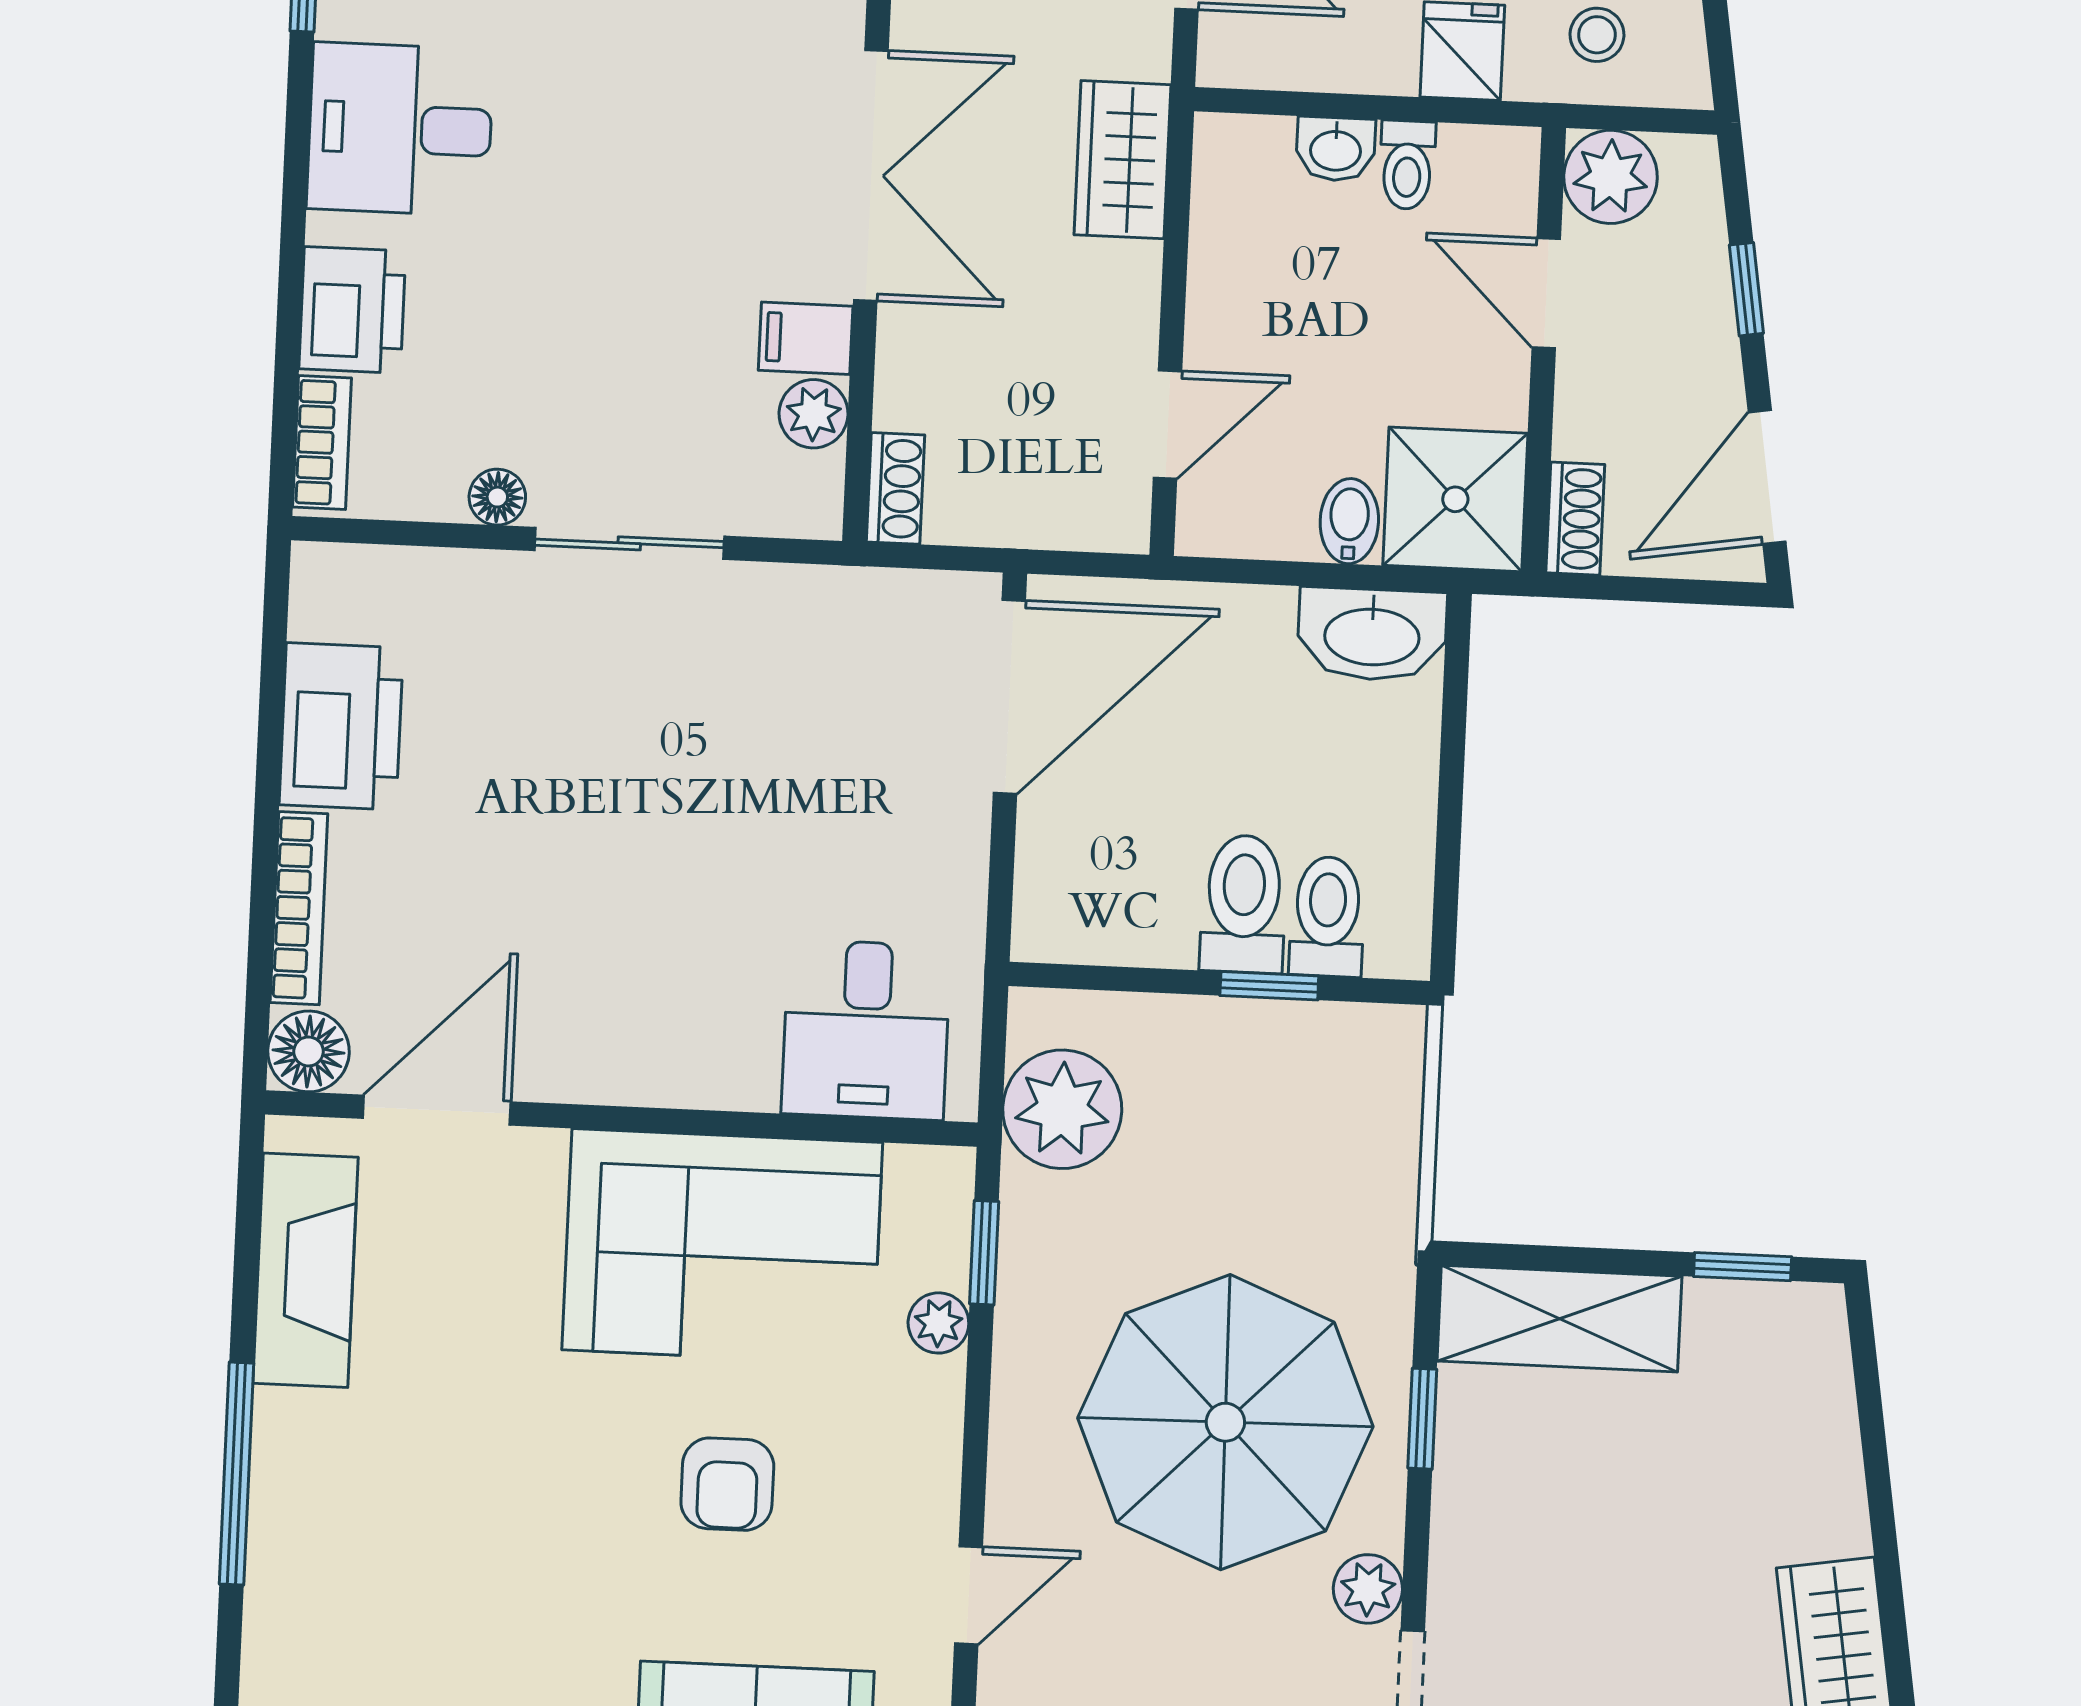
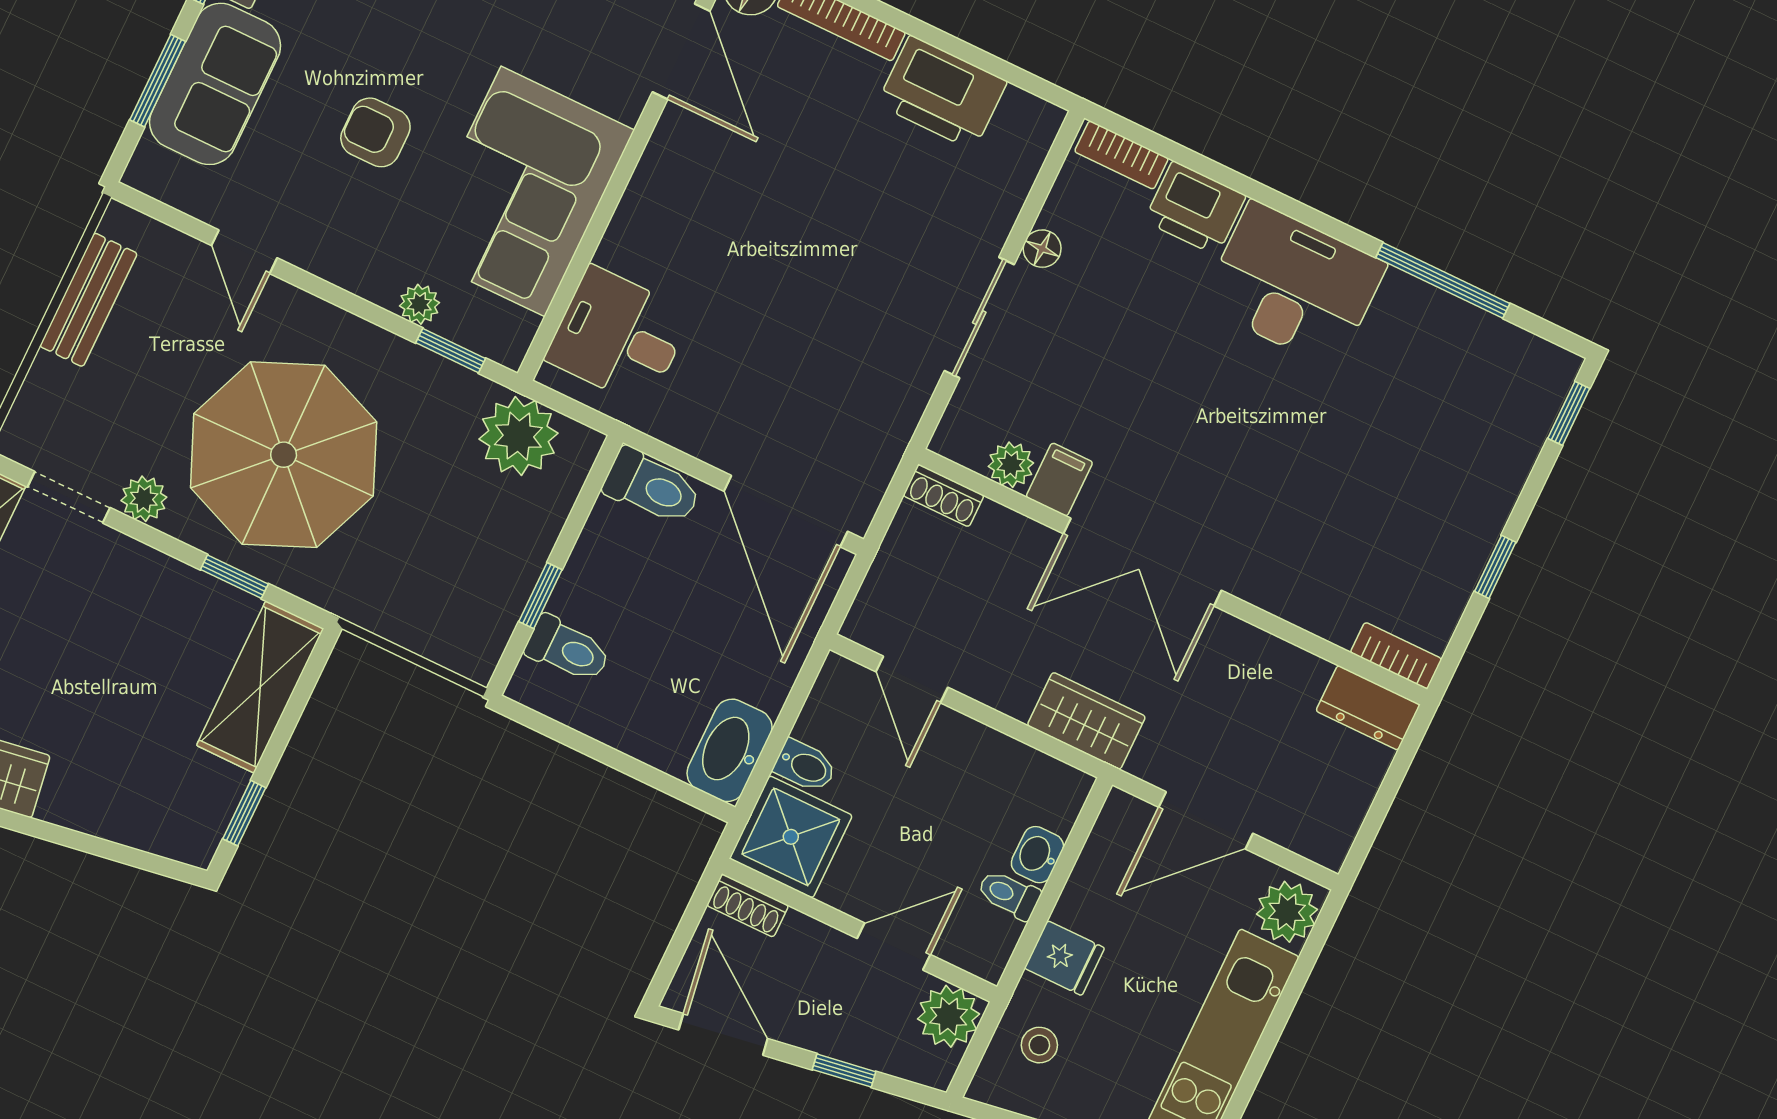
desk: (400, 129) -> (1294, 285), width x1.37
toilet: (1244, 904) -> (652, 487), moved

